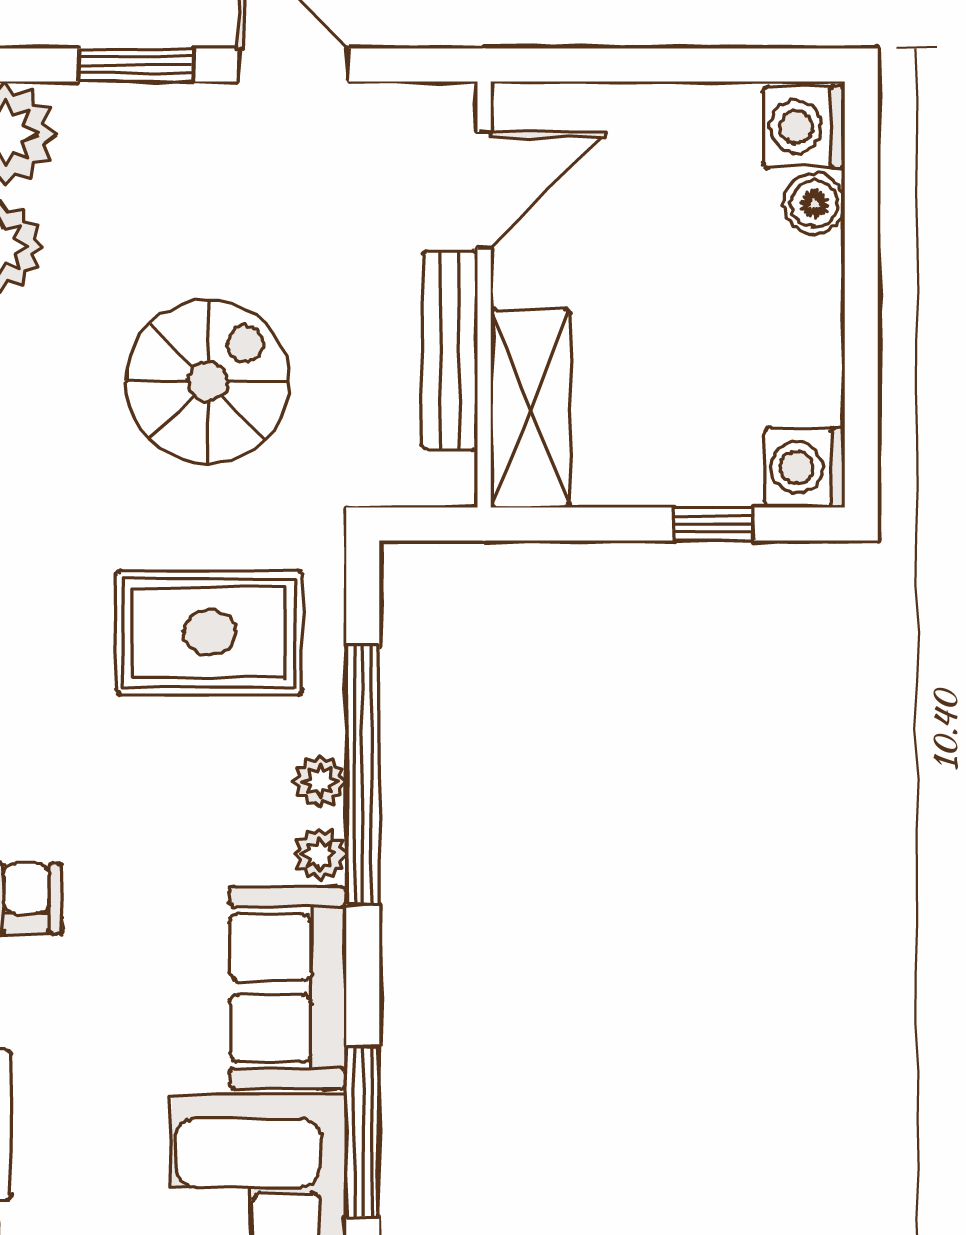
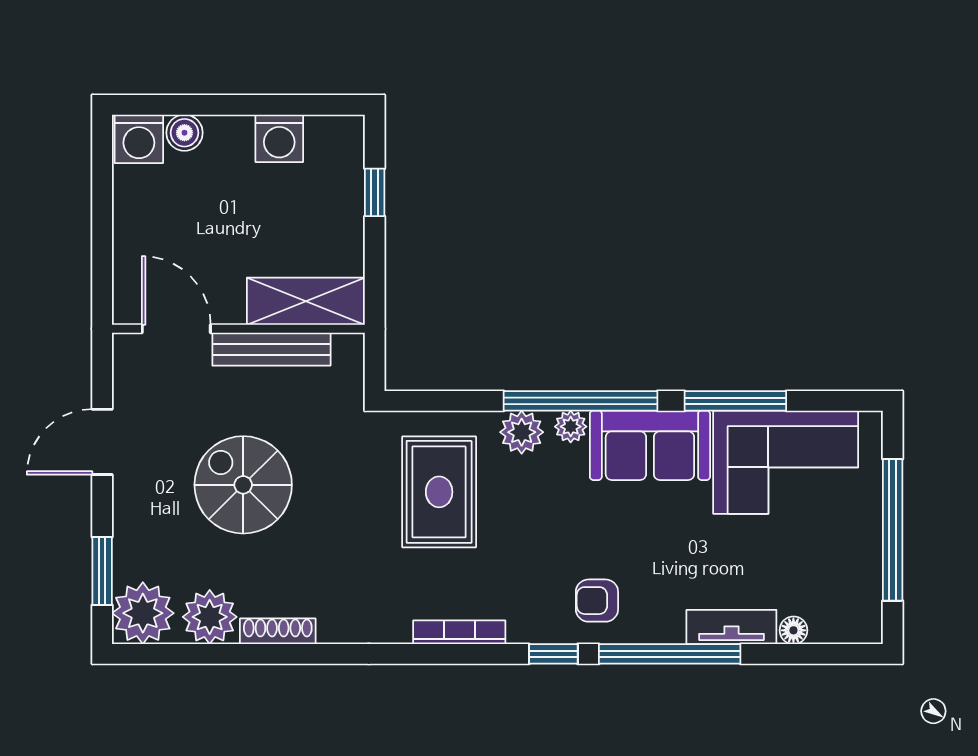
window: (136, 65) -> (102, 571), moved
spiral stairs: (207, 381) -> (243, 485), moved
washing machine: (805, 467) -> (279, 138), moved
window: (363, 775) -> (580, 401), moved
plant: (320, 781) -> (522, 432), width x1.38, depth x1.38

